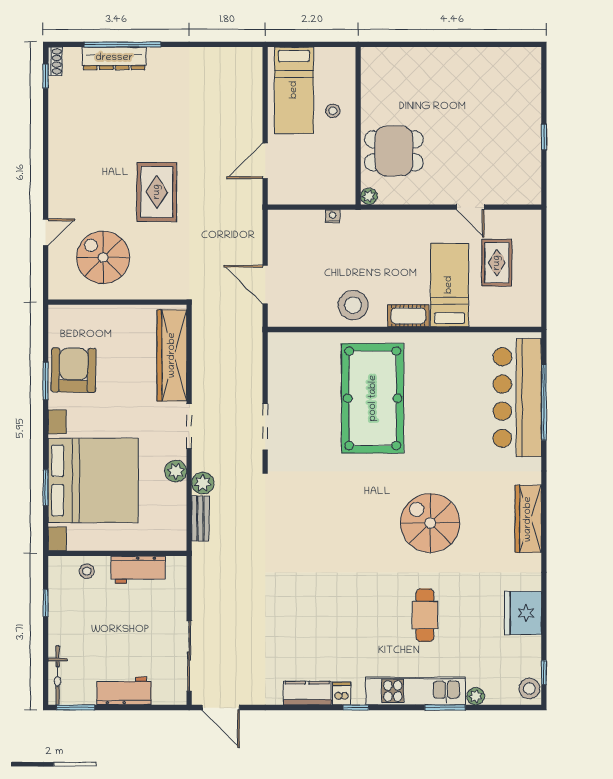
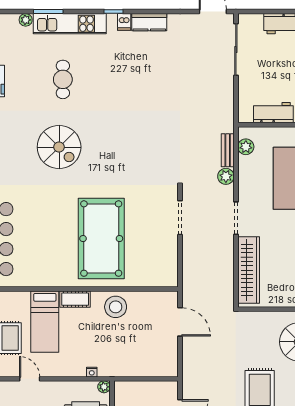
nightstand: (333, 216) -> (92, 372), moved
plant: (176, 471) -> (246, 147), moved

